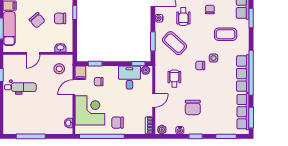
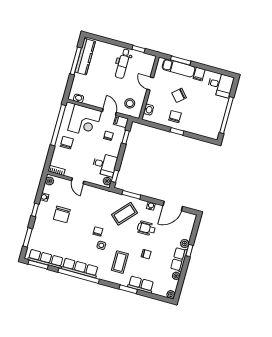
wheelchair: (174, 78) -> (93, 205), removed
chair: (193, 107) -> (62, 214), turned -90
kitchen counter: (24, 128) -> (85, 57), added

